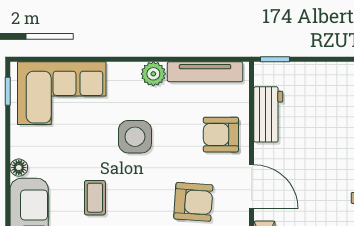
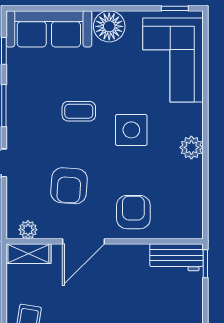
tv unit: (205, 72) -> (193, 197), removed
workbench: (268, 114) -> (177, 257), moved
floor lamp: (19, 168) -> (109, 26), width x1.89, depth x1.89
coffee table: (95, 198) -> (79, 111), moved

